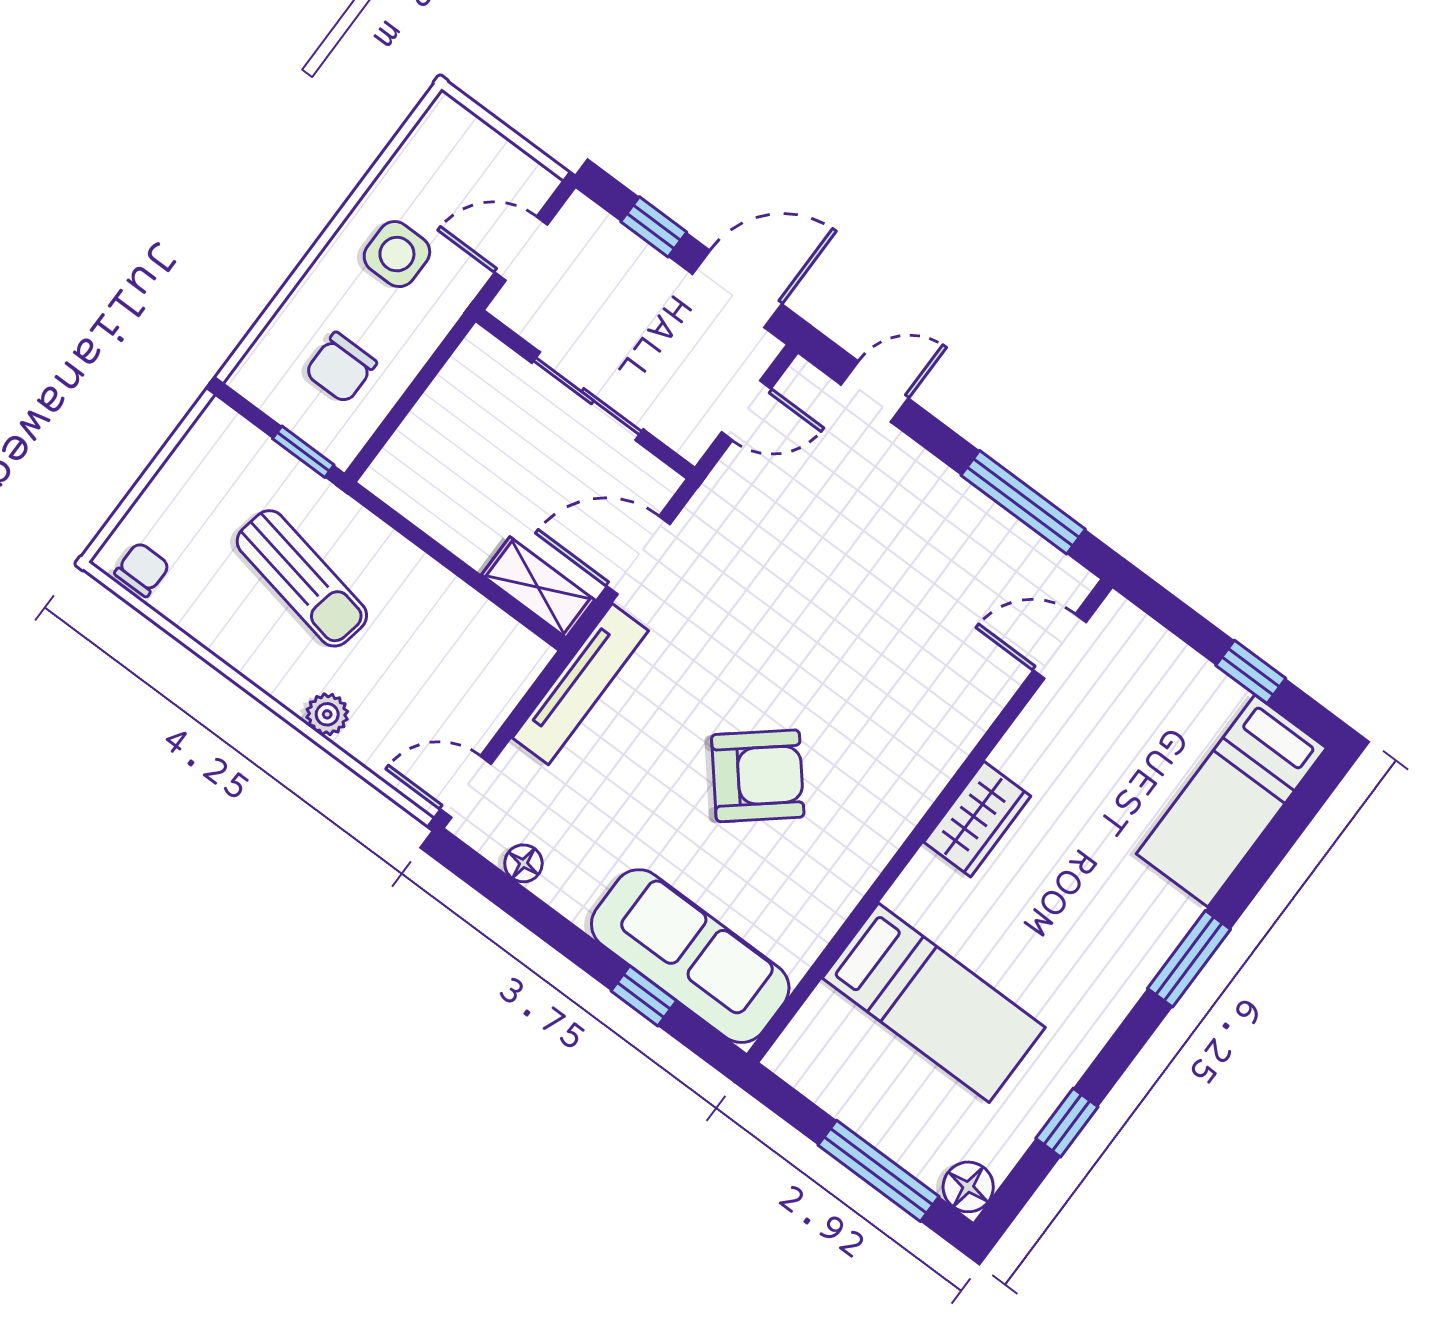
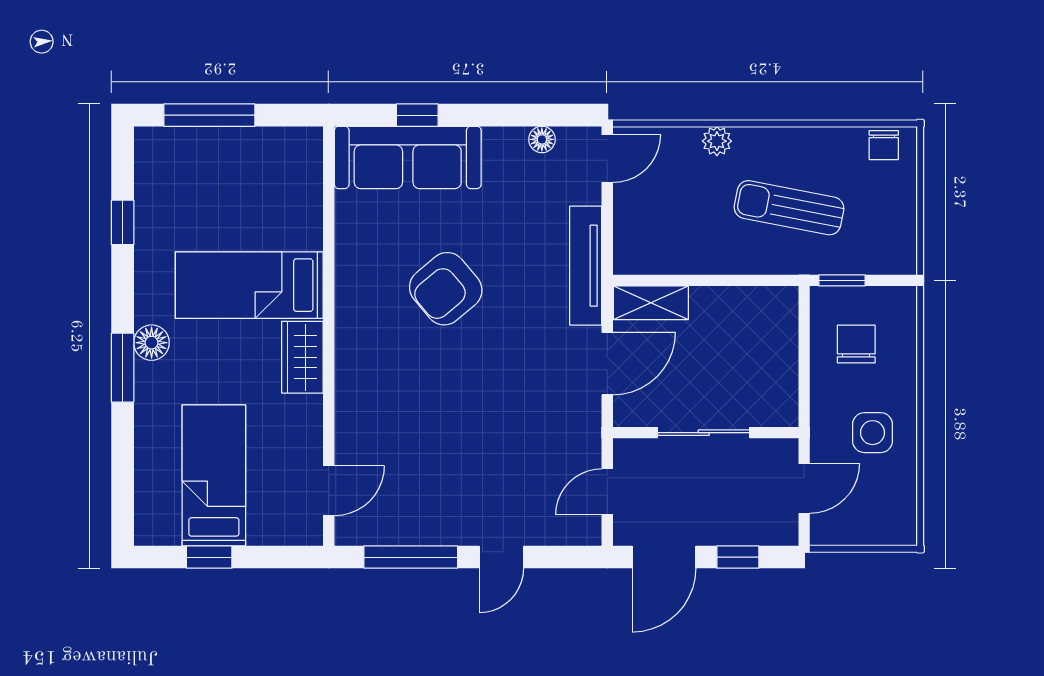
door: (875, 392) -> (501, 557), moved
bed: (1231, 801) -> (214, 475), moved
bed: (934, 1003) -> (249, 285), moved
floor lamp: (968, 1187) -> (152, 343), moved

